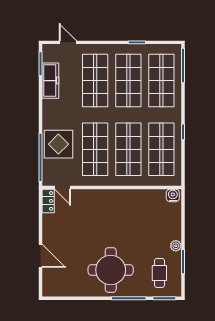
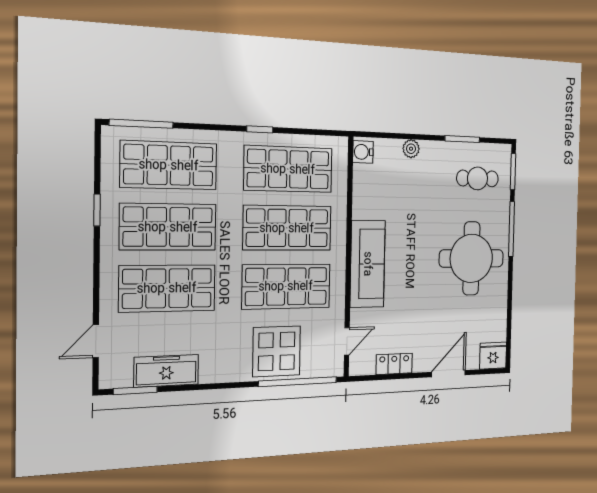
sofa: (108, 200) -> (368, 264), added
locker: (48, 201) -> (394, 364), moved
plant: (176, 246) -> (411, 149), moved
fridge: (50, 287) -> (493, 356), added

